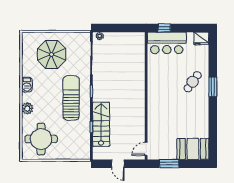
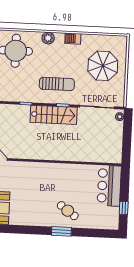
window: (164, 28) -> (124, 208), moved
fridge: (201, 38) -> (112, 222), removed
sun lounger: (71, 98) -> (57, 84), width x0.73, depth x0.75
stairs: (101, 124) -> (54, 115), moved

